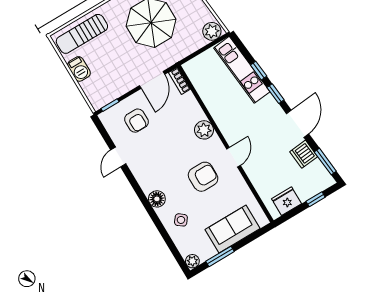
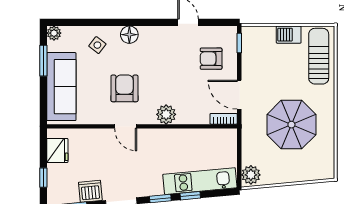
armchair: (203, 177) -> (124, 88), turned 180
sofa: (232, 229) -> (61, 87), width x1.36

